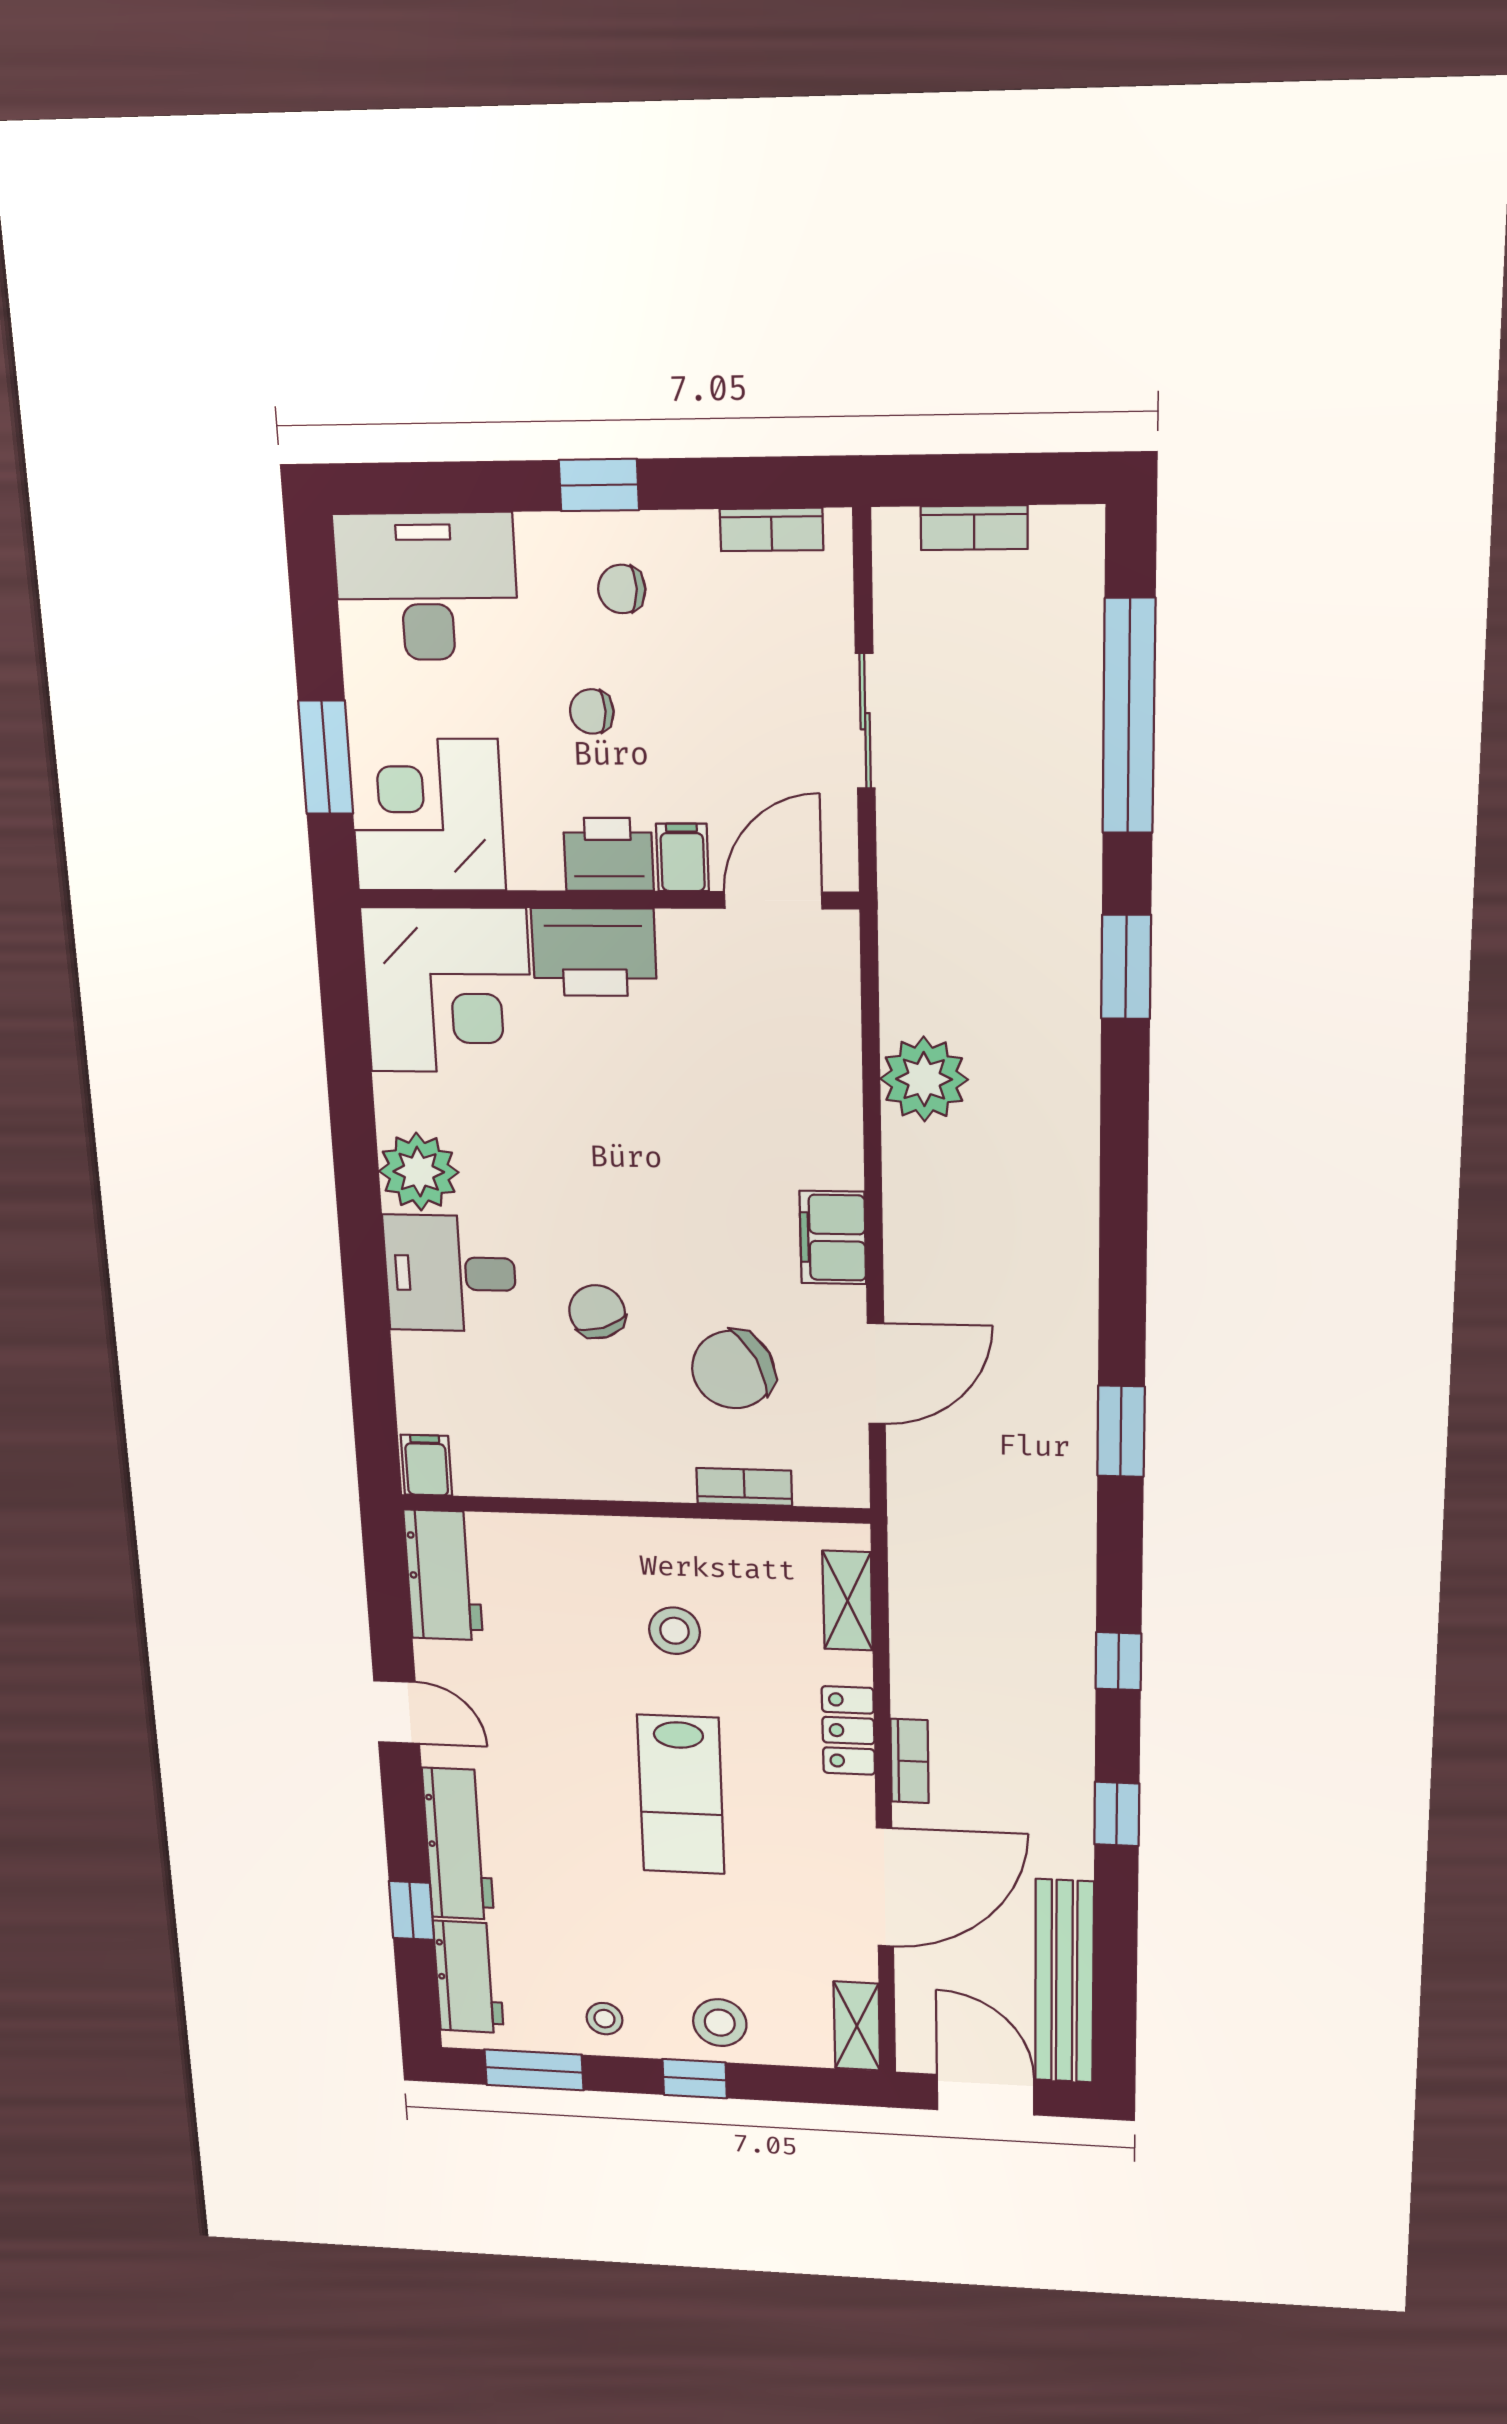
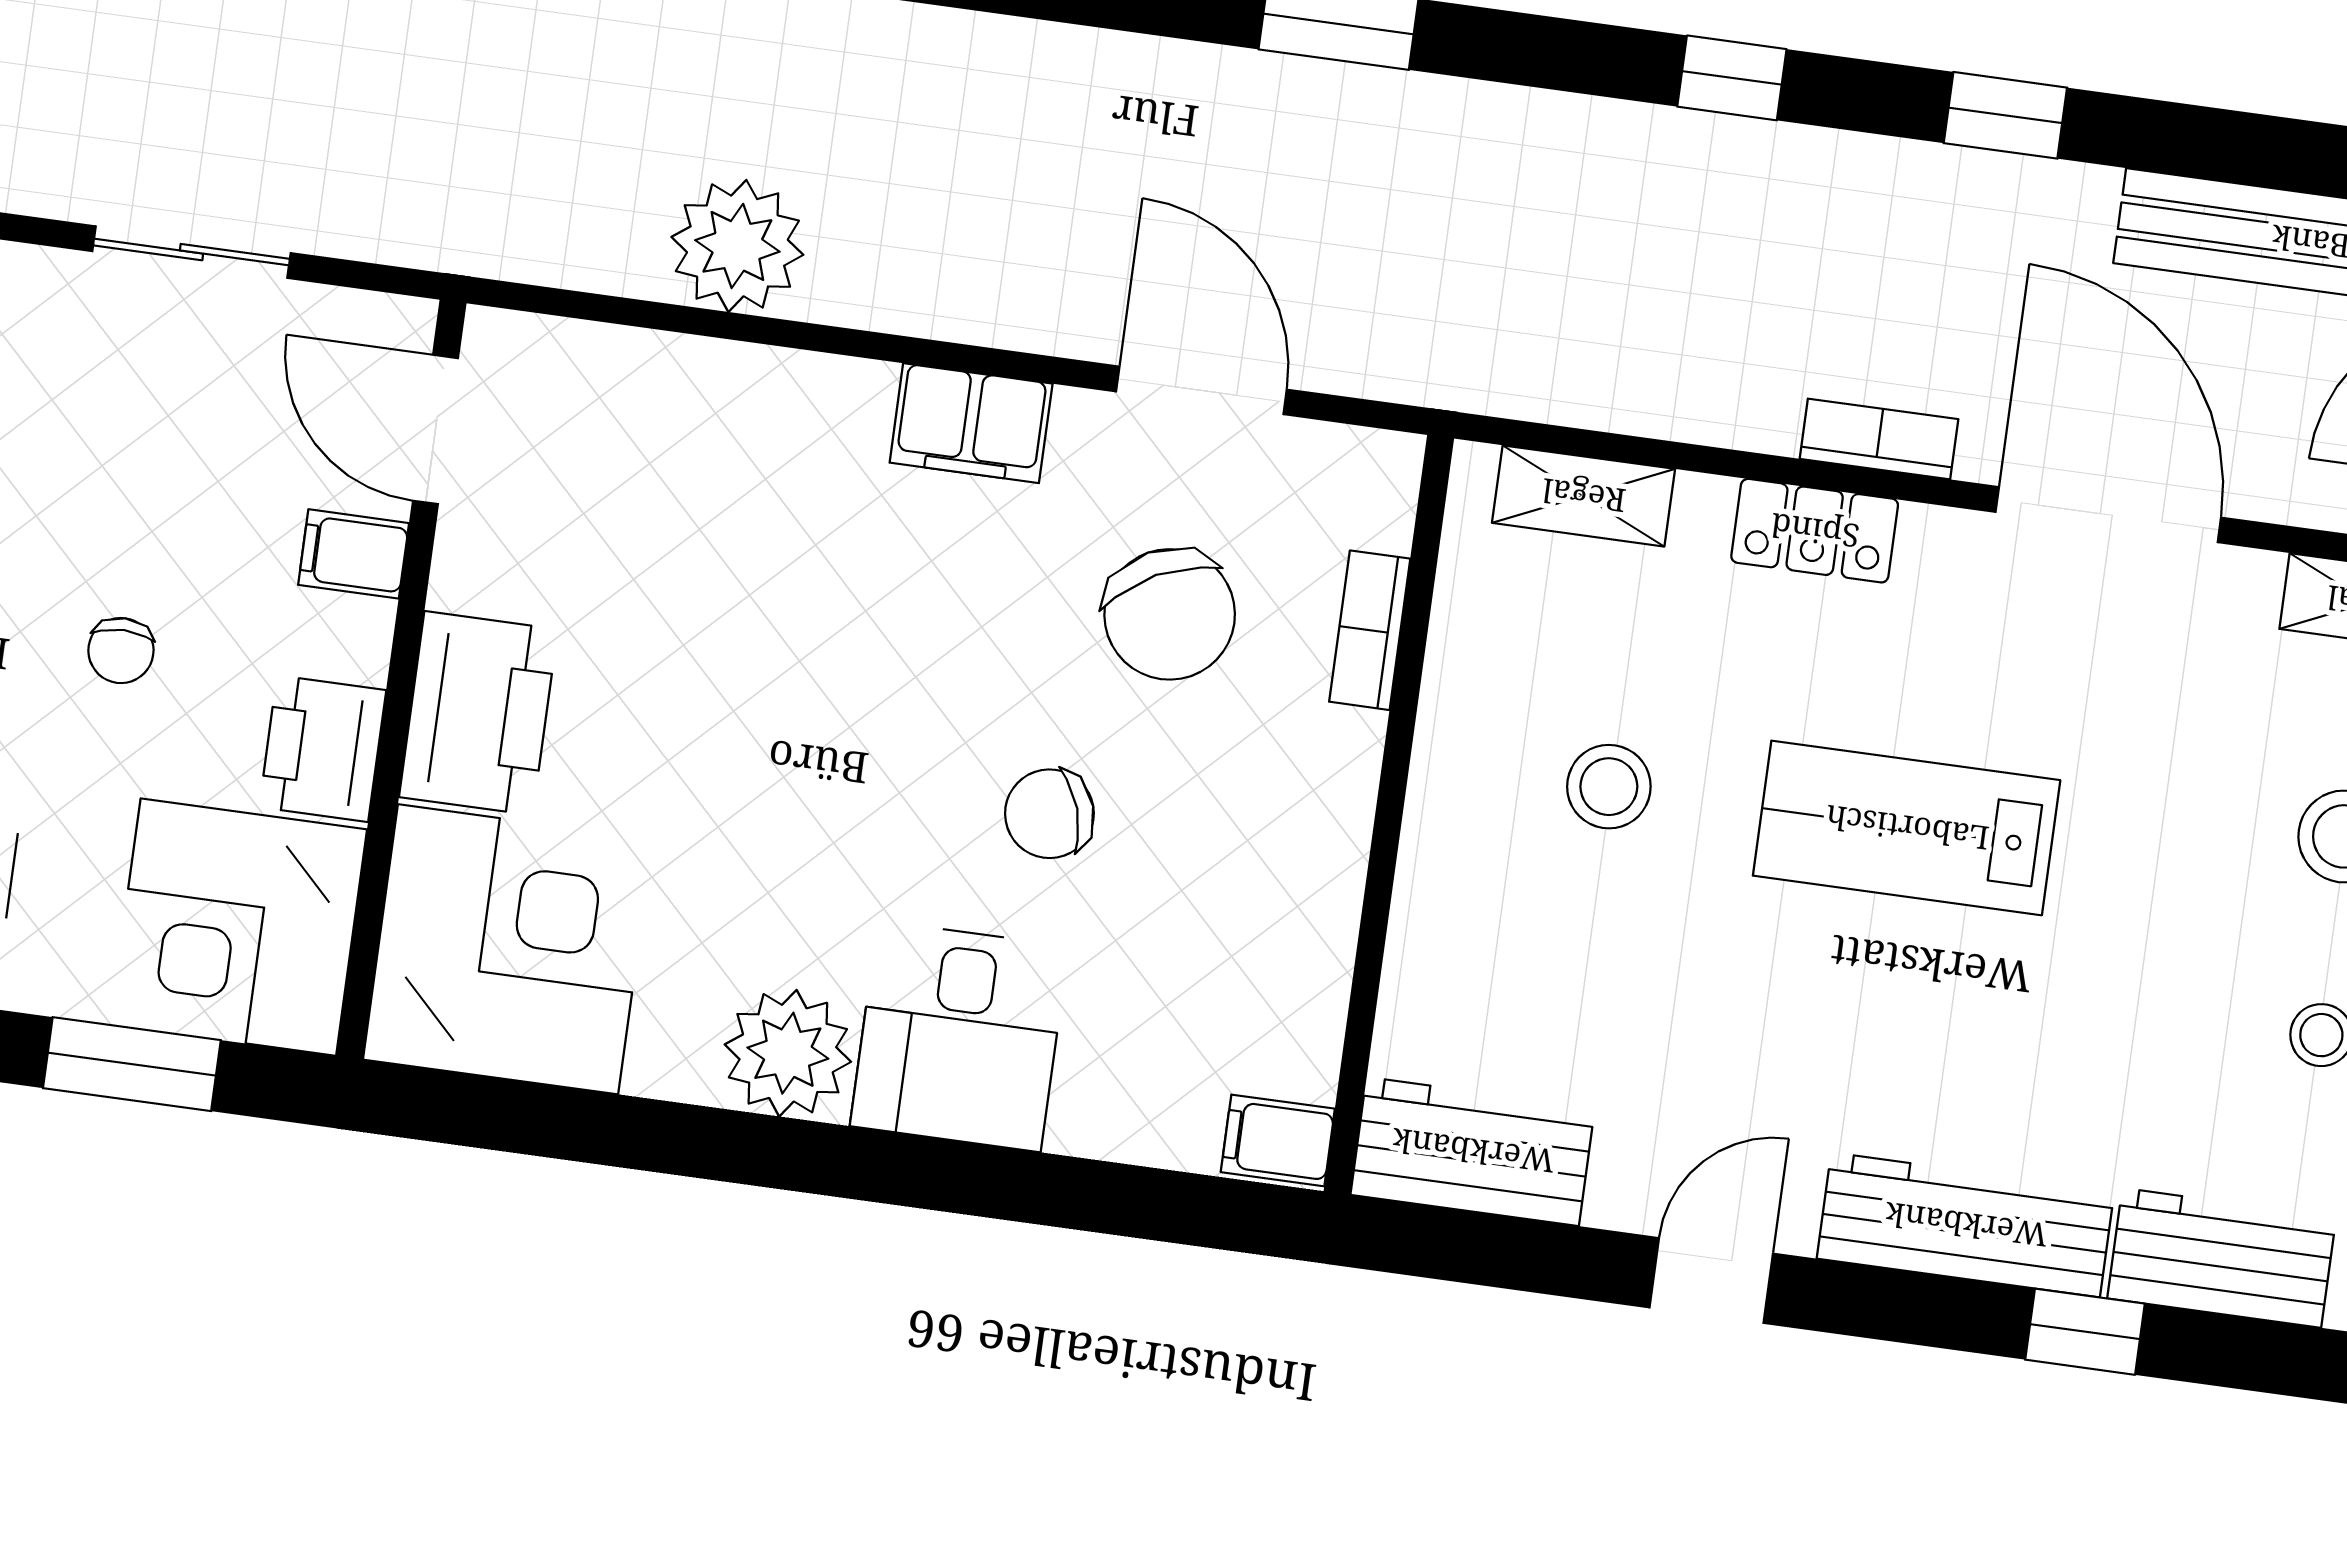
printer: (608, 854) -> (323, 749), moved
lab bench: (681, 1795) -> (1907, 828), turned 180

